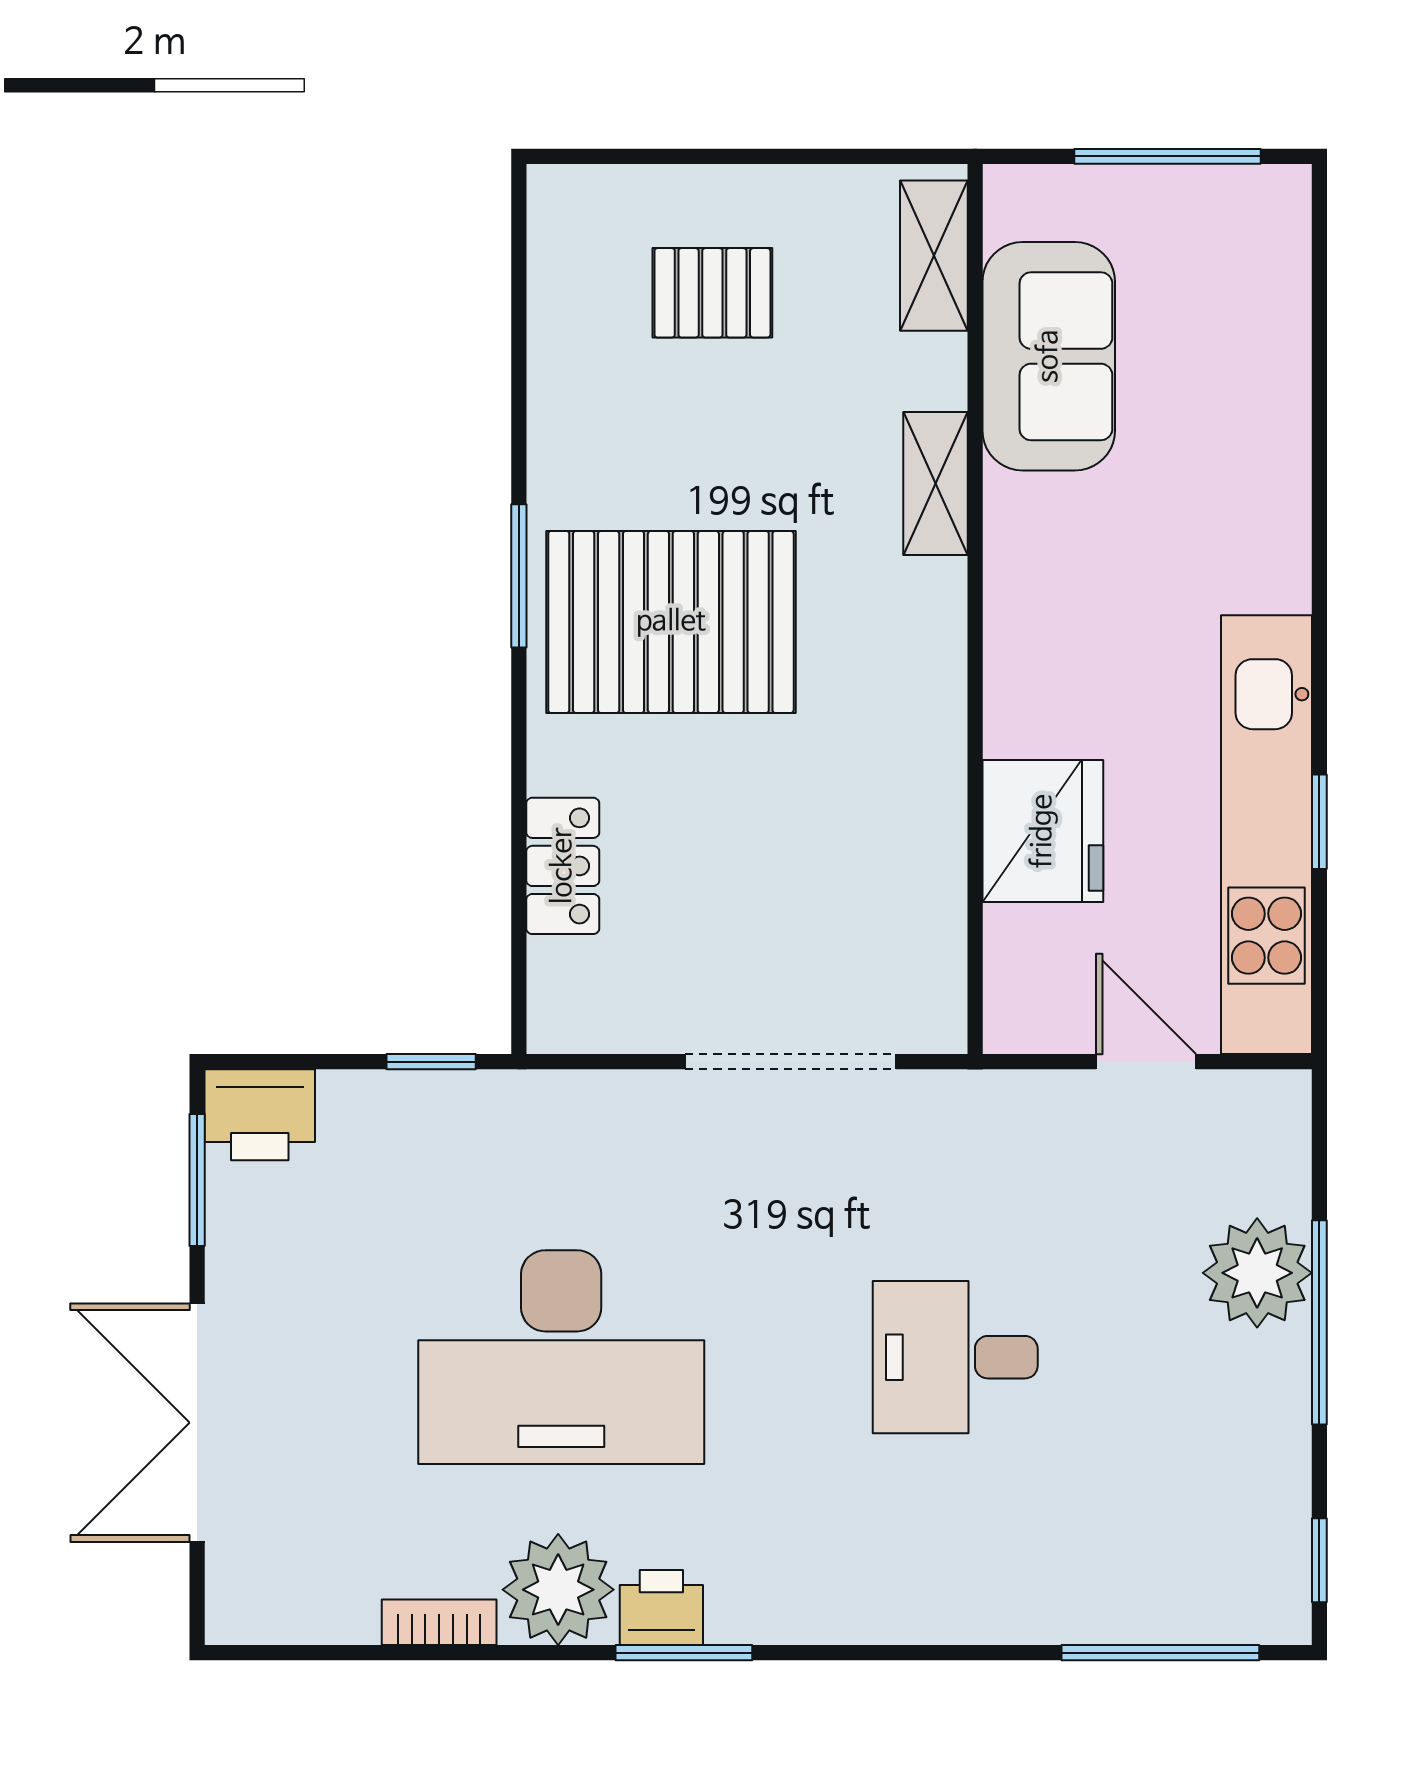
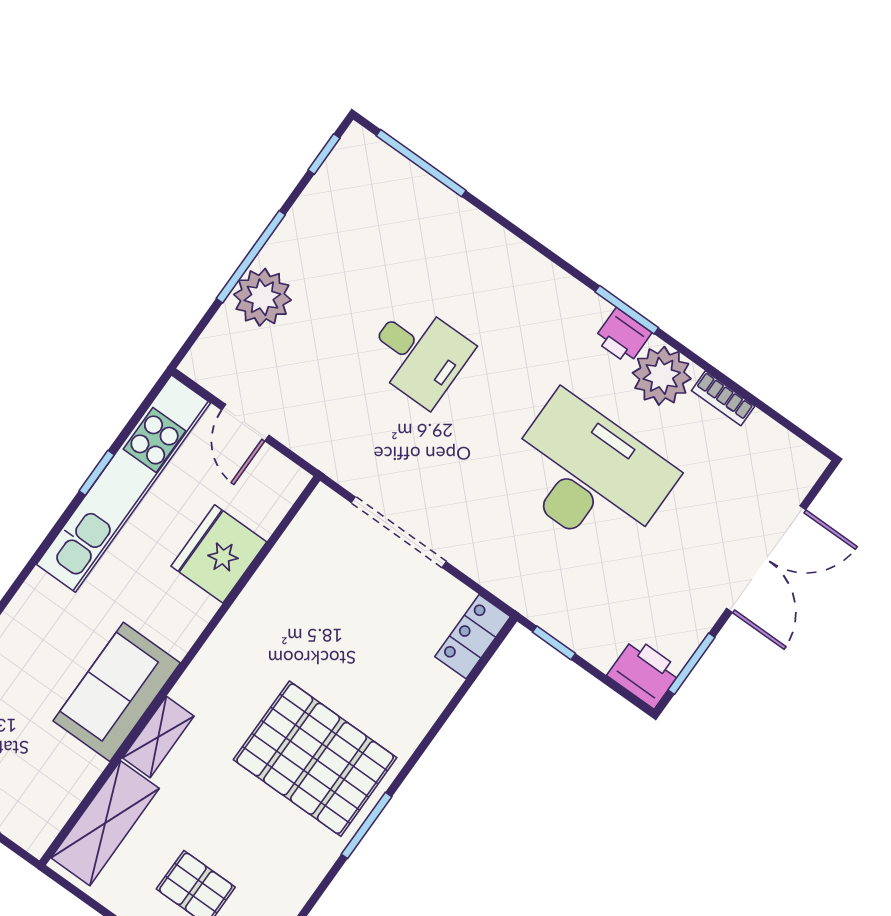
shelving: (934, 256) -> (105, 823), width x1.50, depth x1.33
sofa: (1049, 356) -> (117, 692), moved
locker: (563, 866) -> (473, 637), moved

